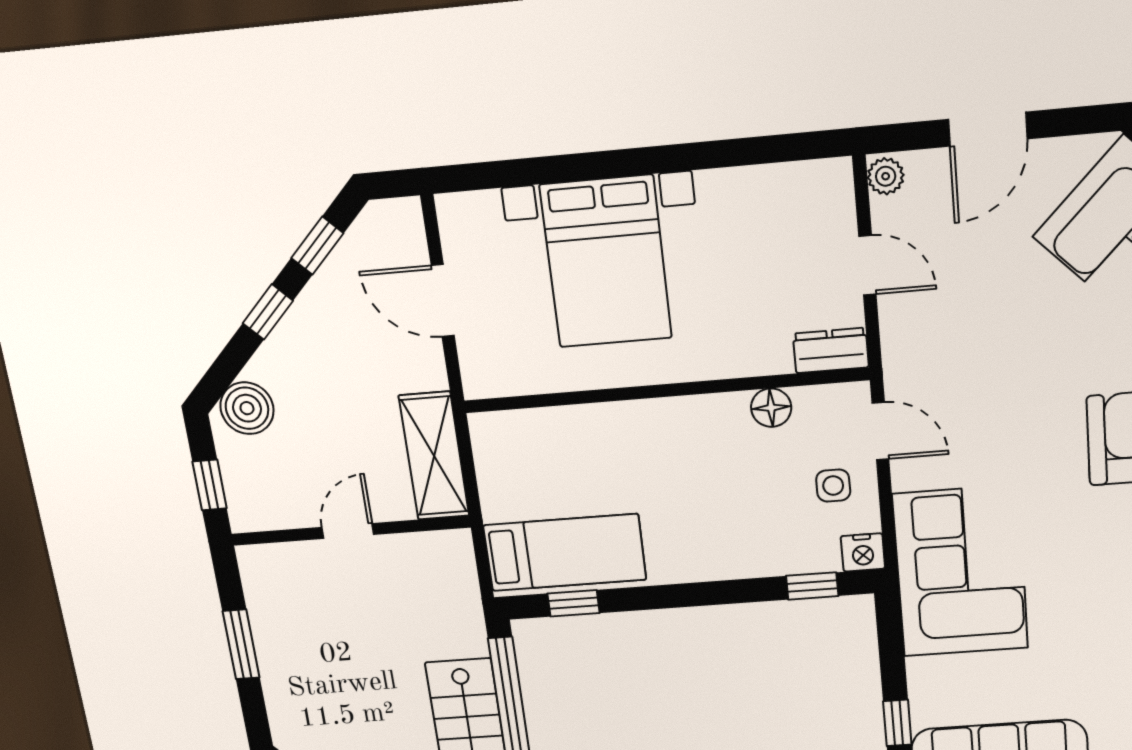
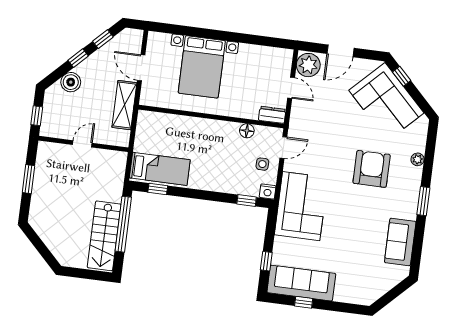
plant: (886, 176) -> (308, 65), width x1.88, depth x1.88
boiler: (247, 408) -> (71, 82), moved
door: (880, 431) -> (283, 147), hinge flipped
shelving: (434, 456) -> (124, 105), moved

